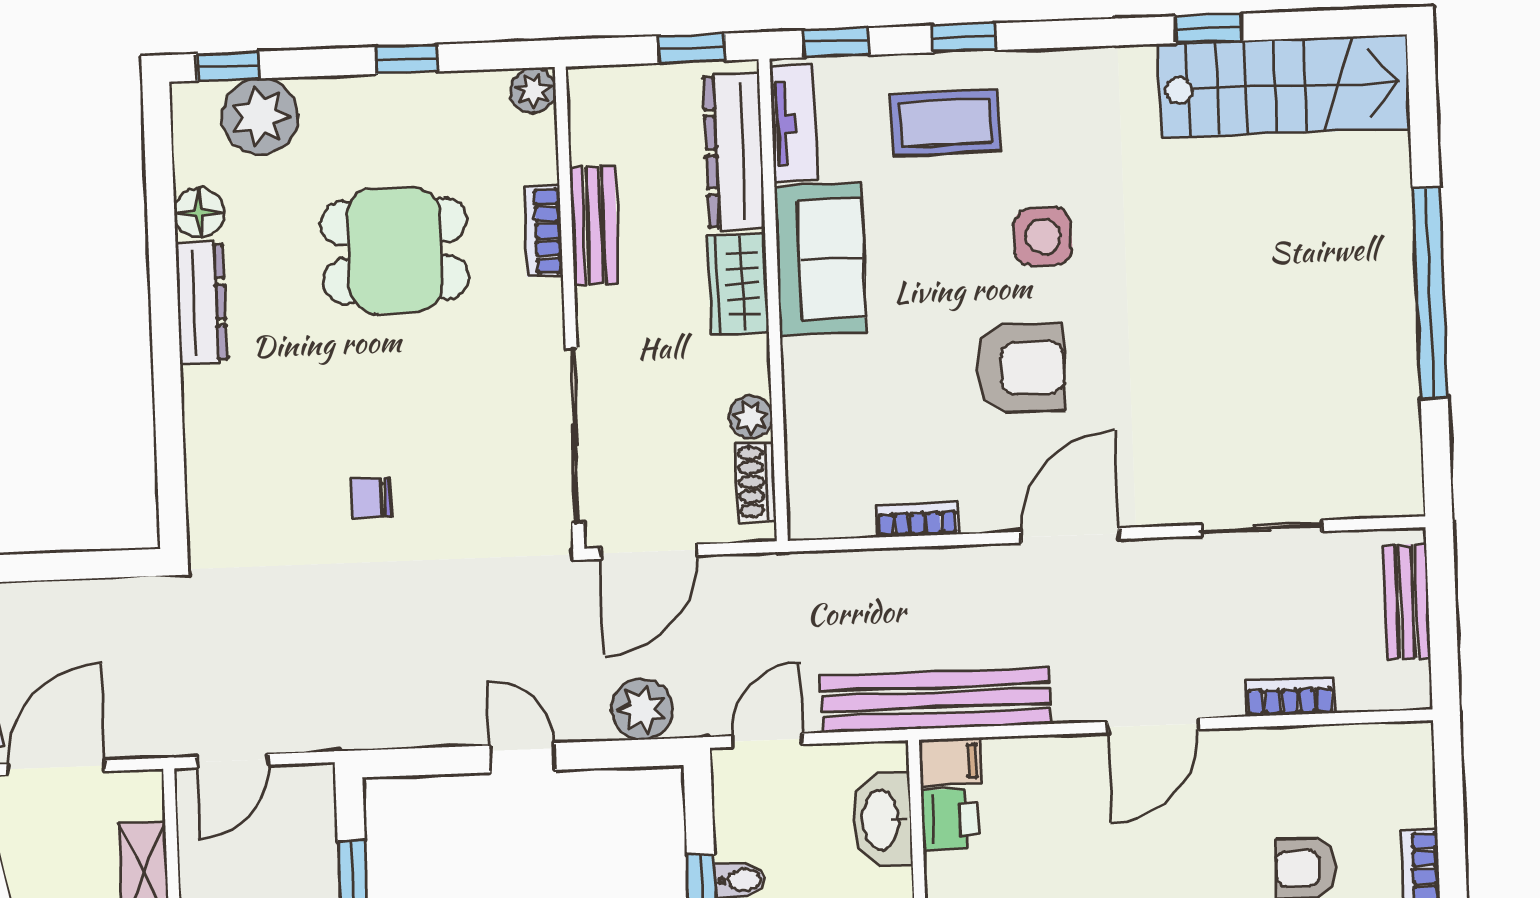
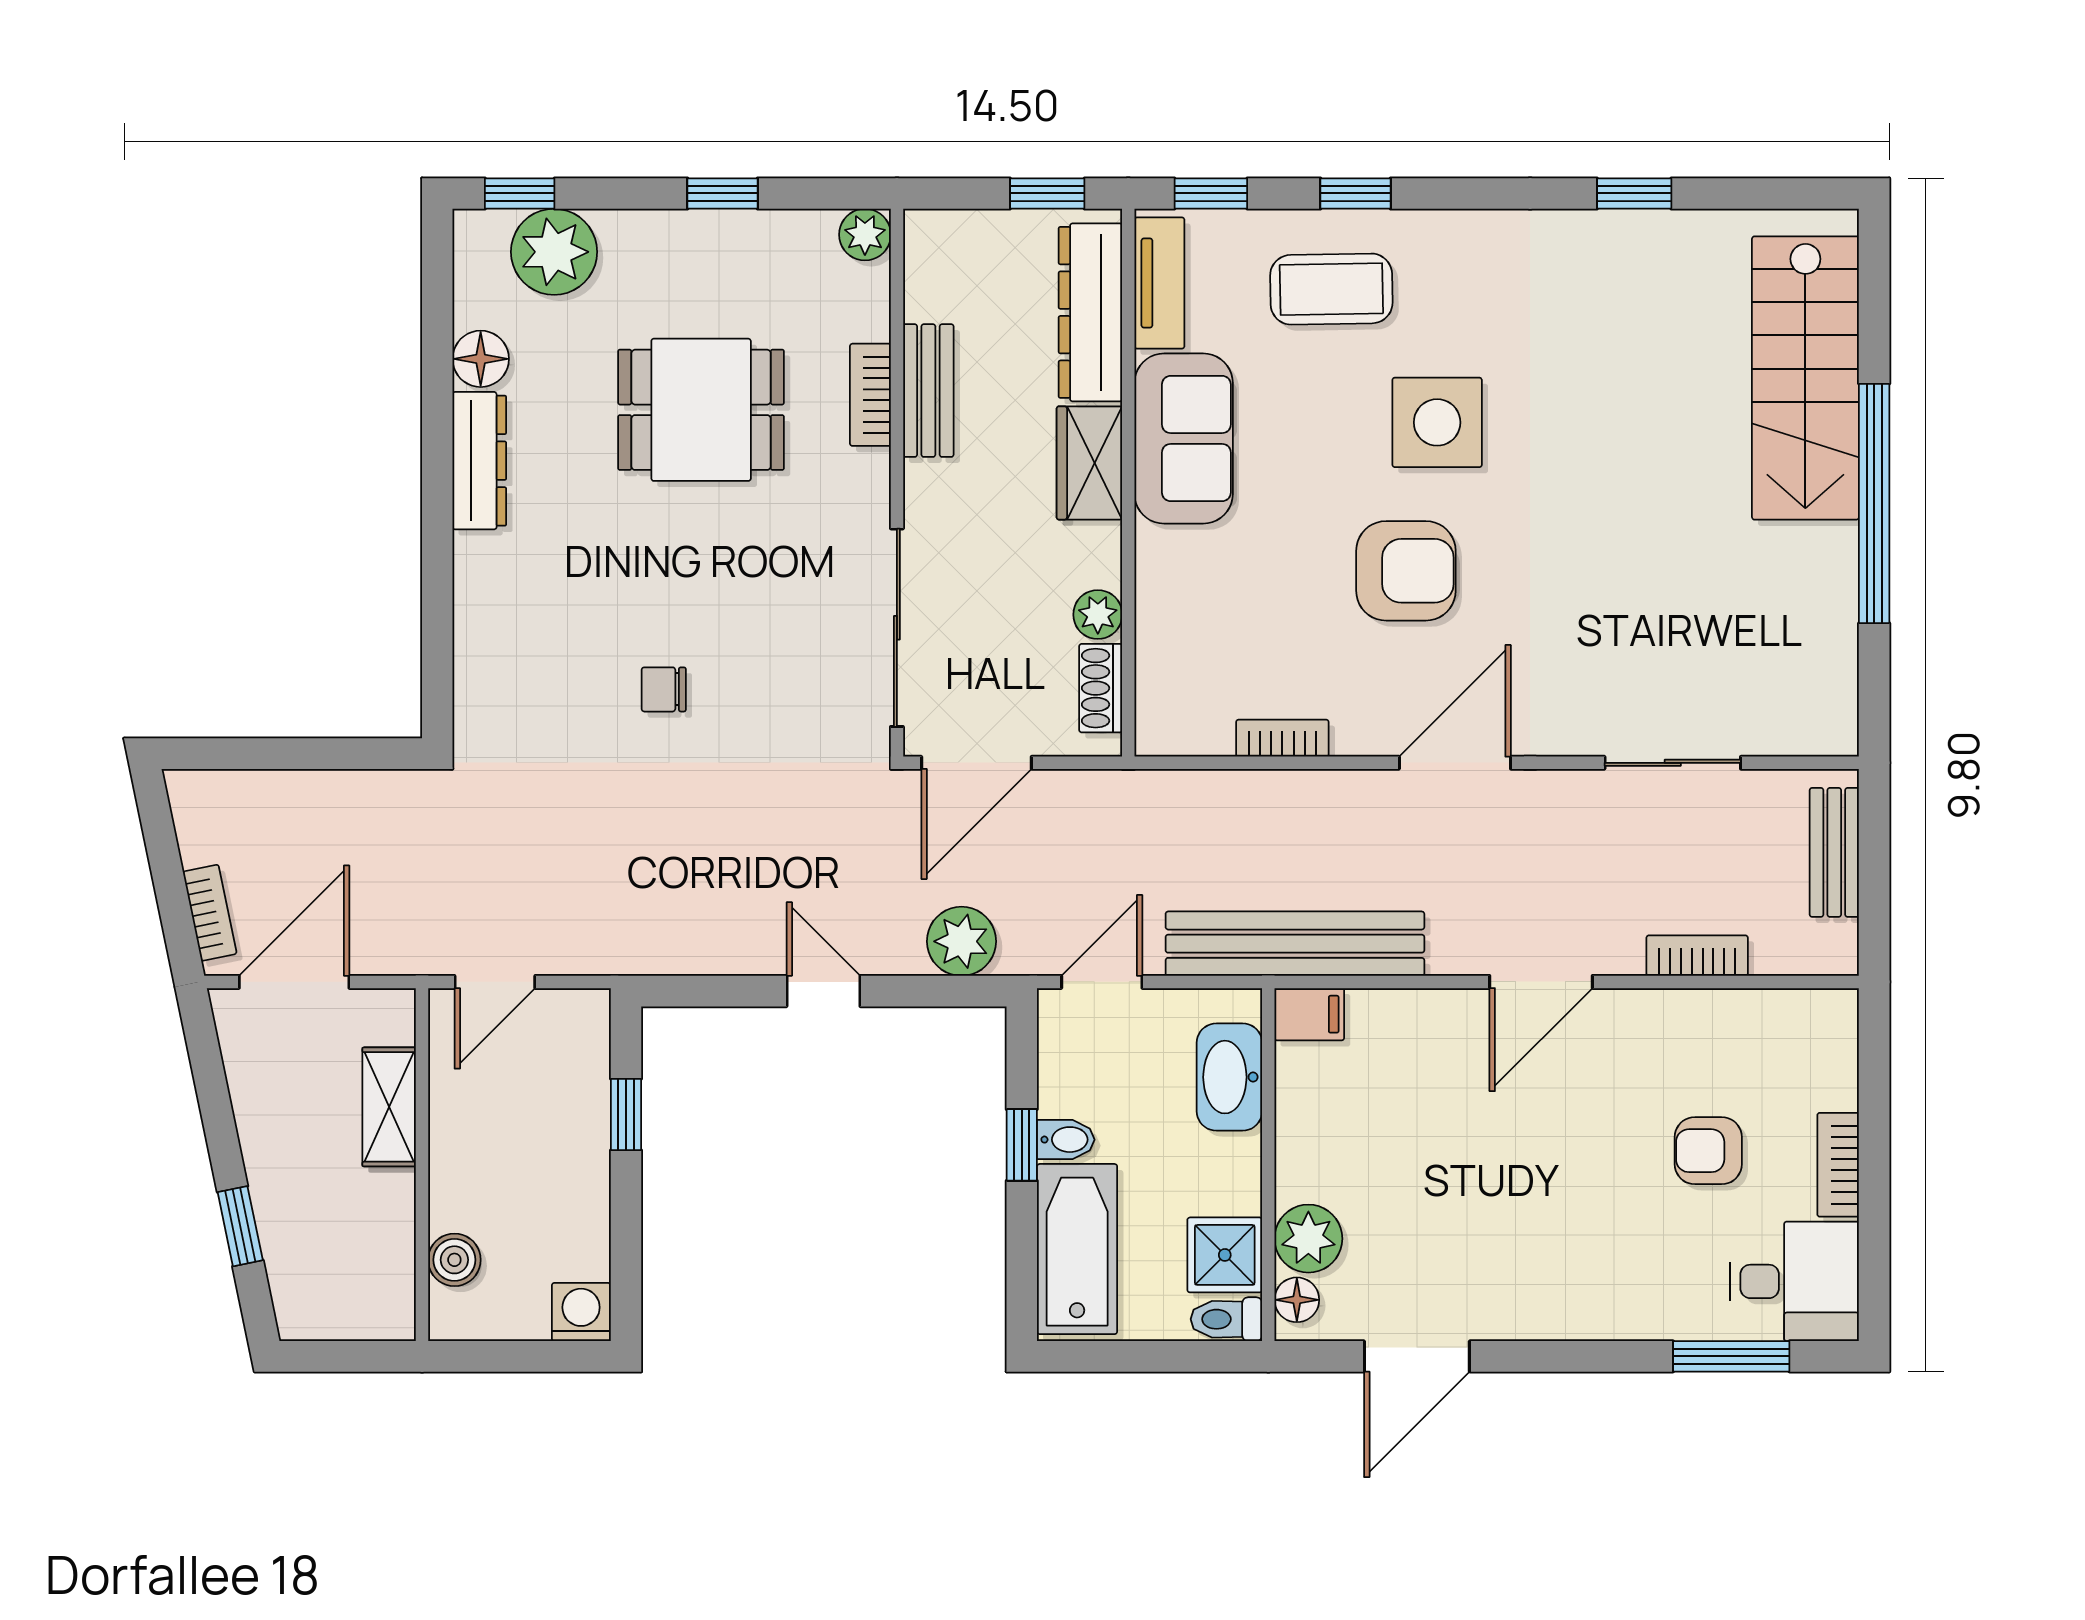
stairs: (1284, 86) -> (1805, 378), moved, turned 90
side table: (1043, 237) -> (1437, 422), width x1.37, depth x1.37
printer: (950, 819) -> (1306, 1080), removed

